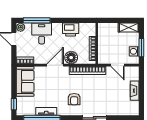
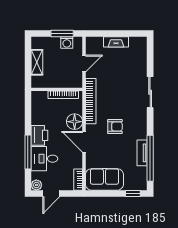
window: (37, 20) -> (28, 152), moved
shelving: (129, 28) -> (37, 62), moved
printer: (71, 30) -> (39, 135), moved
armchair: (74, 99) -> (115, 127), moved

